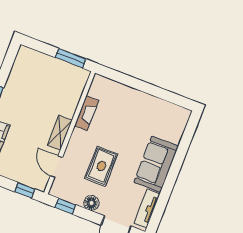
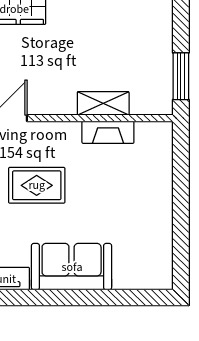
shelving: (60, 133) -> (103, 103), moved

